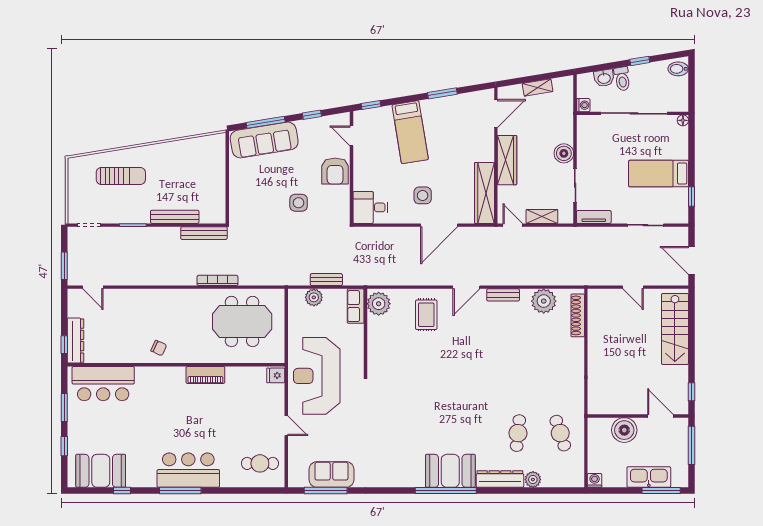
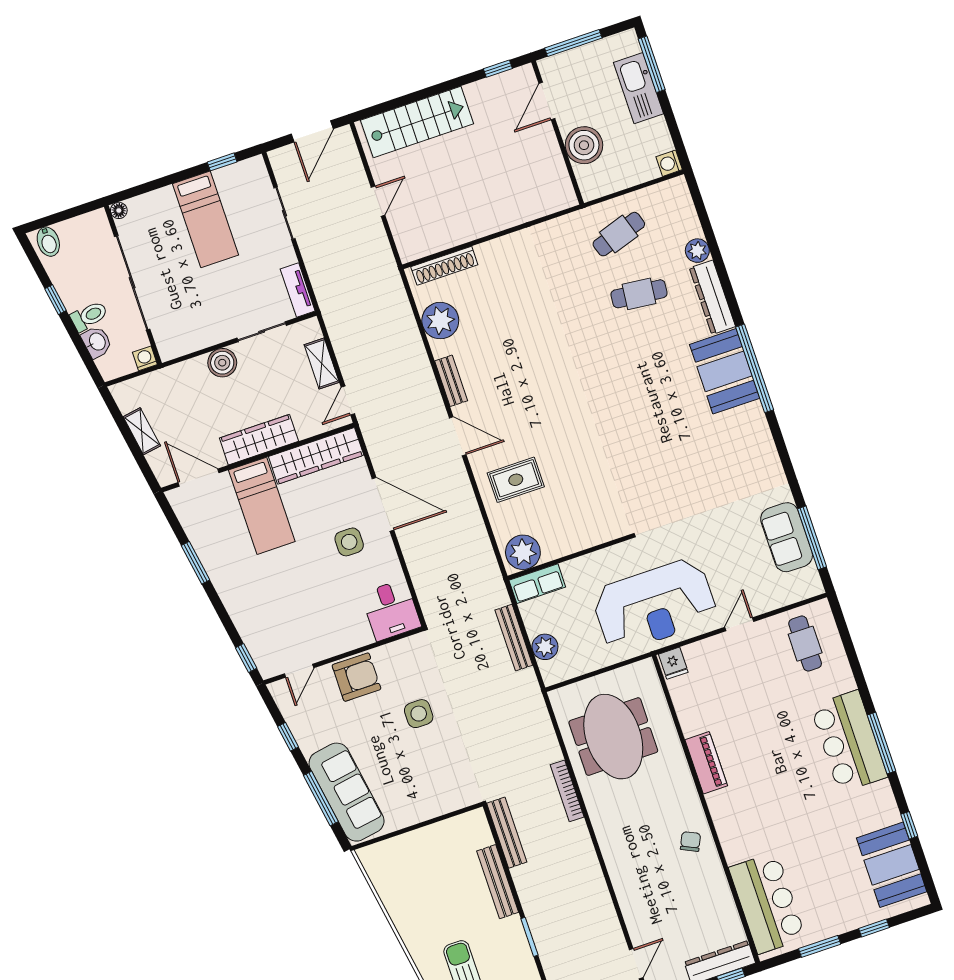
bed: (410, 132) -> (262, 506), moved, turned 99
bench: (326, 280) -> (514, 638), width x1.36

